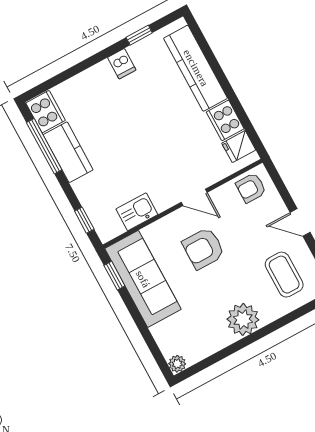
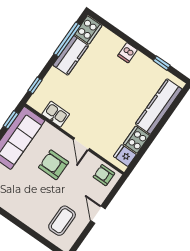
dishwasher: (122, 64) -> (127, 53), moved
plant: (243, 319) -> (23, 210), removed

